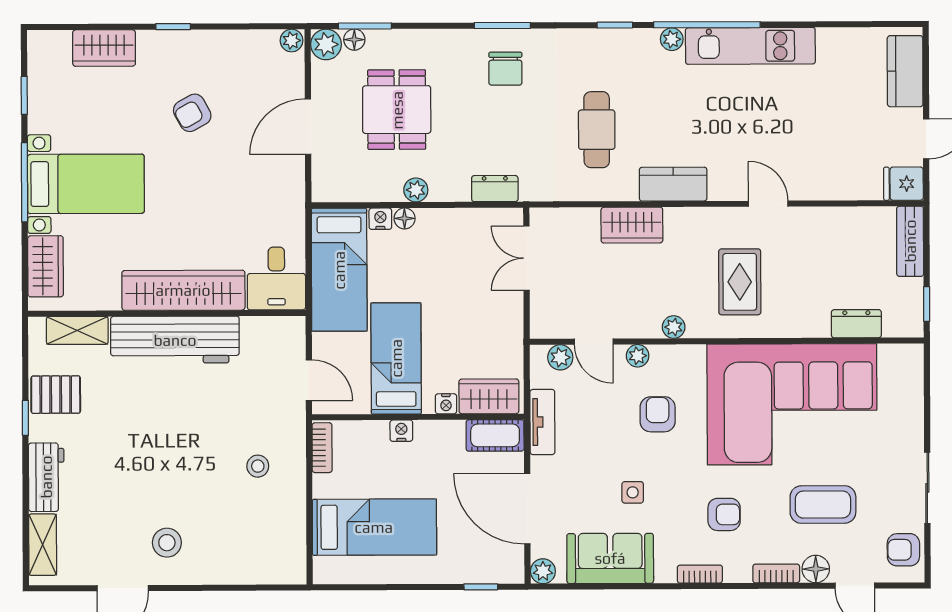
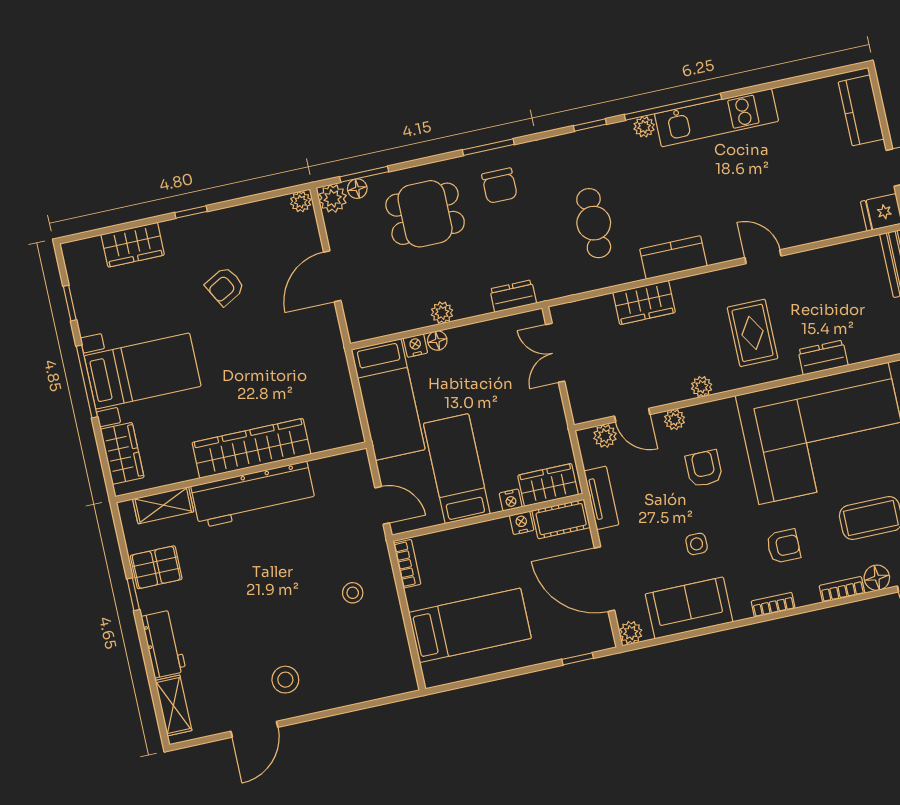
dining table: (397, 110) -> (425, 214), moved, turned 90
desk: (276, 279) -> (333, 420), removed
dresser: (856, 324) -> (823, 358), moved
nightstand: (401, 431) -> (522, 523), moved

